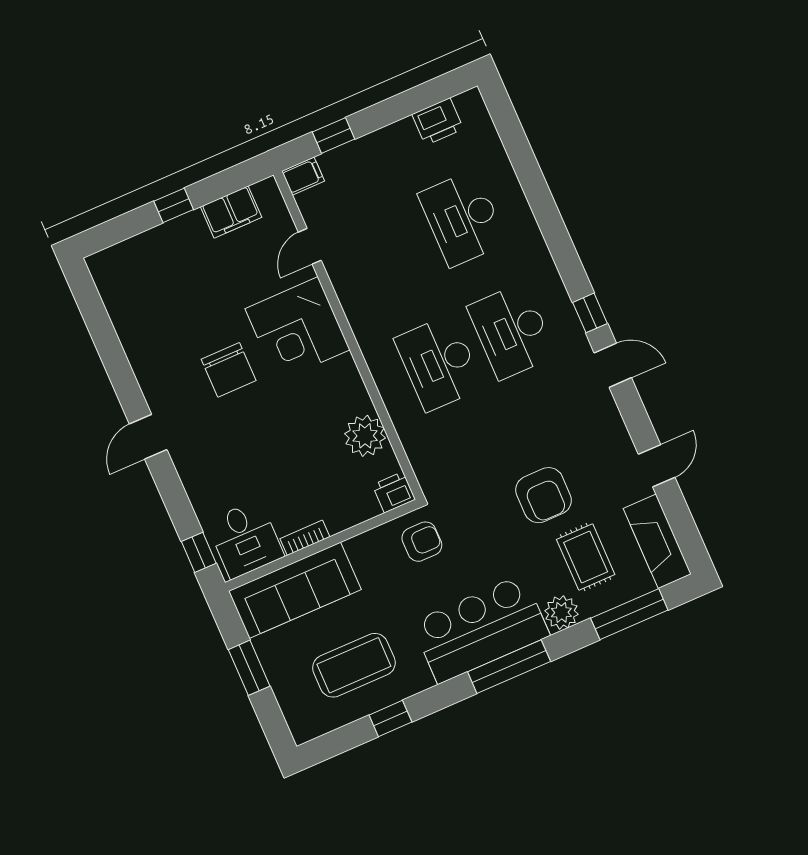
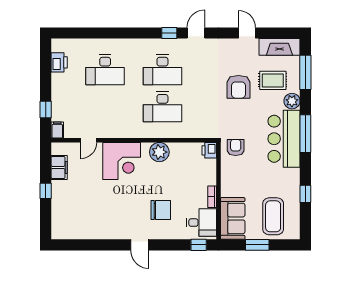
door: (310, 246) -> (88, 140), hinge flipped
chair: (229, 370) -> (161, 210), moved
plant: (365, 436) -> (159, 152), moved
armchair: (544, 495) -> (238, 87), turned 90
sofa: (295, 590) -> (233, 218), width x0.73
coffee table: (354, 665) -> (273, 216), moved

